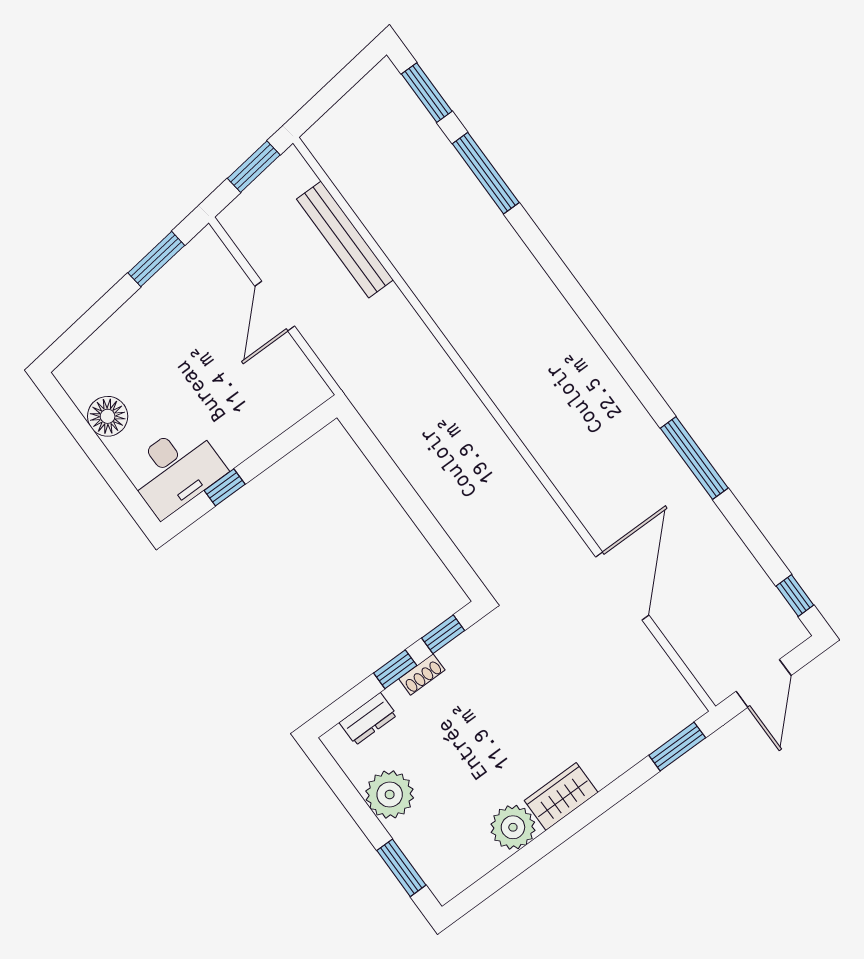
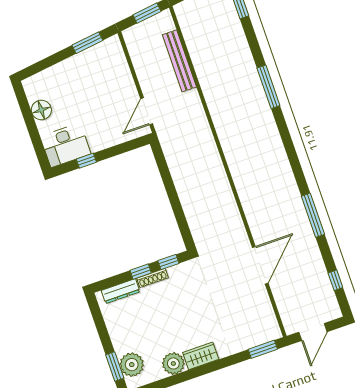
window: (486, 173) -> (268, 87), moved
door: (275, 306) -> (147, 111), moved
window: (795, 595) -> (335, 280), moved
shoe rack: (422, 674) -> (152, 278), width x1.43
dresser: (368, 719) -> (121, 291), width x1.44
plant: (390, 795) -> (132, 365), moved

